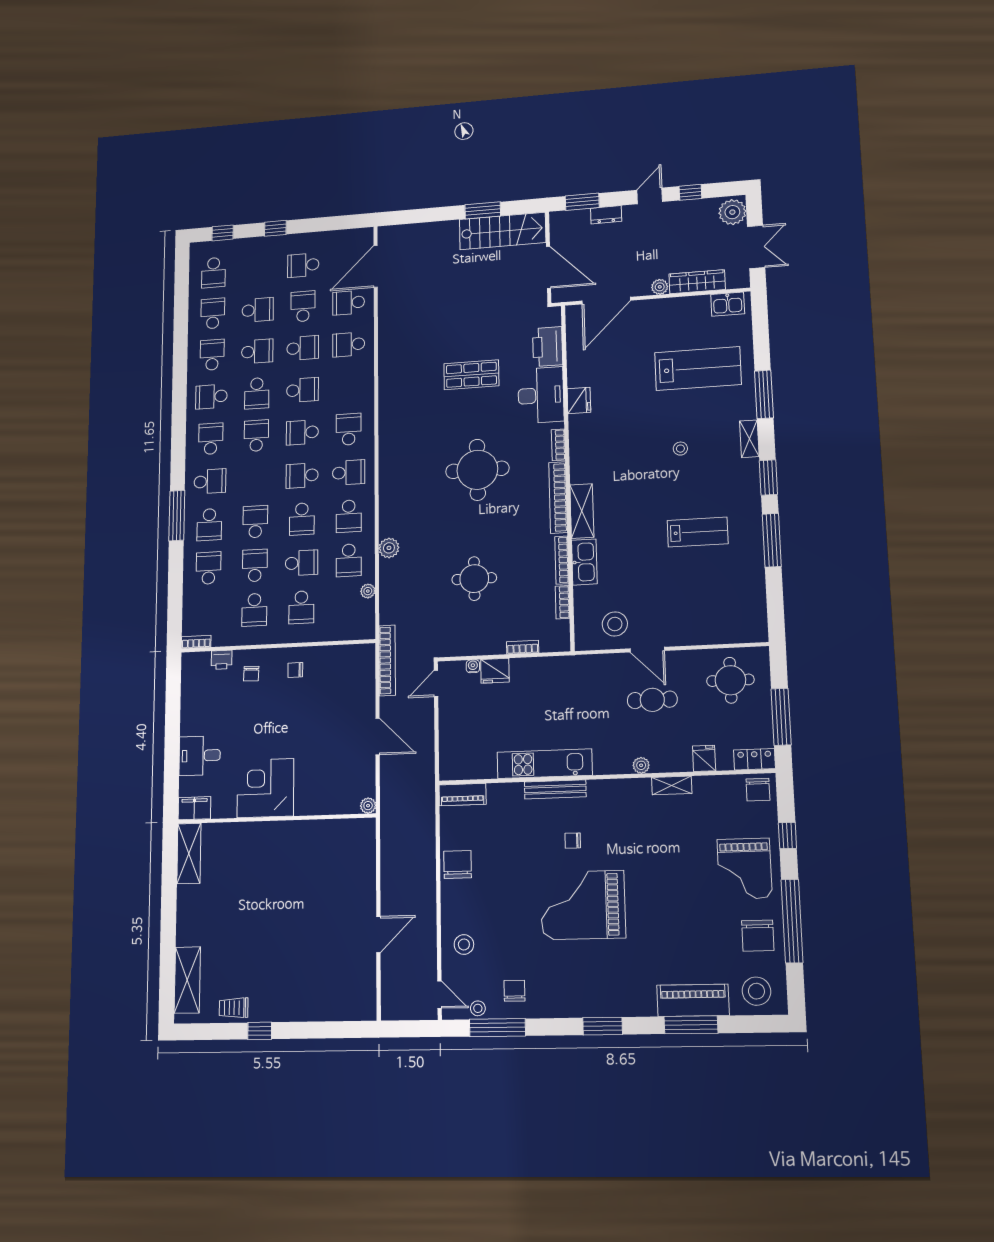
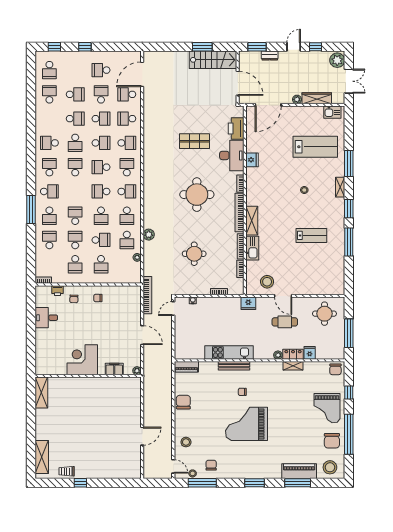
school desk: (212, 355) -> (127, 143), moved, turned 90
fridge: (495, 671) -> (248, 303), moved
desk: (200, 756) -> (46, 318), moved
locker: (754, 759) -> (293, 354), moved
filing cabinet: (194, 808) -> (114, 369), moved

